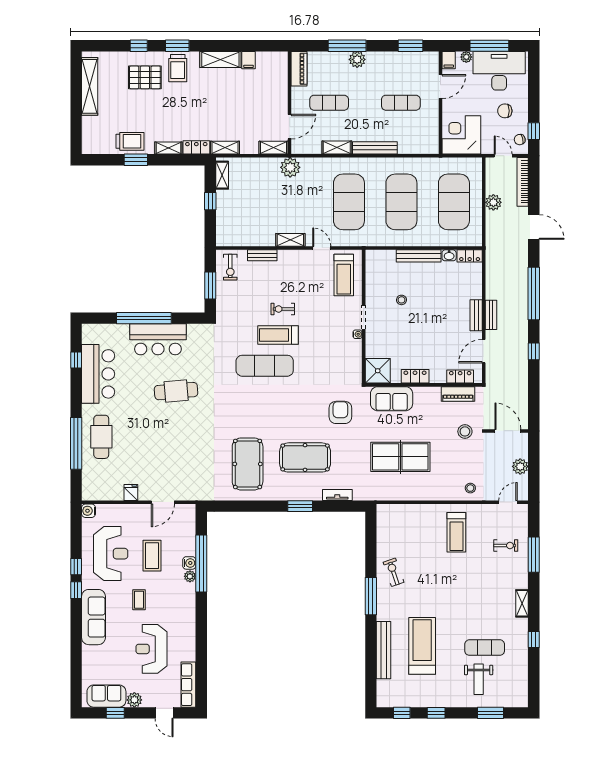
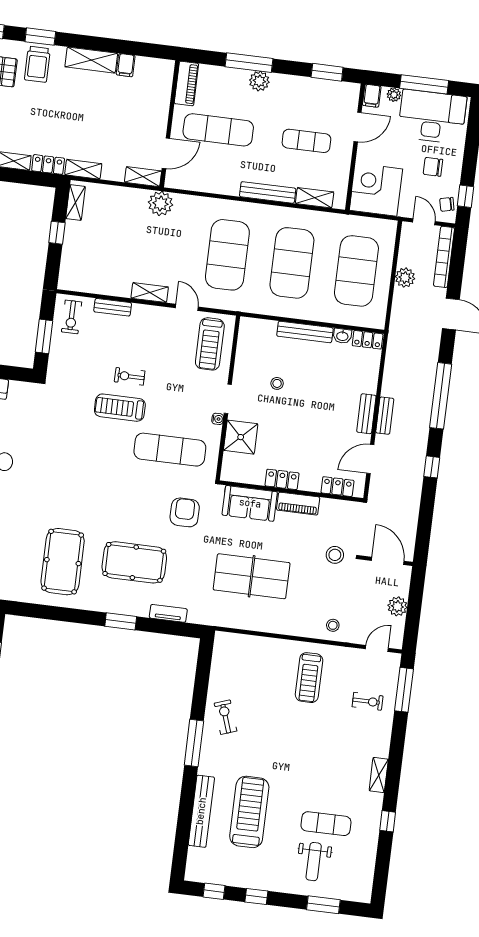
exercise mat: (329, 103) -> (218, 130), width x1.36, depth x1.45
shelving: (337, 147) -> (315, 198), moved
exercise mat: (265, 366) -> (170, 450), moved
shower: (378, 371) -> (241, 437), moved
piano: (458, 394) -> (298, 504), moved
window: (534, 555) -> (404, 690), moved

